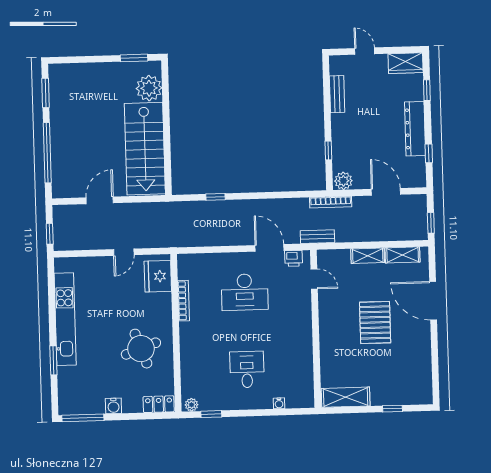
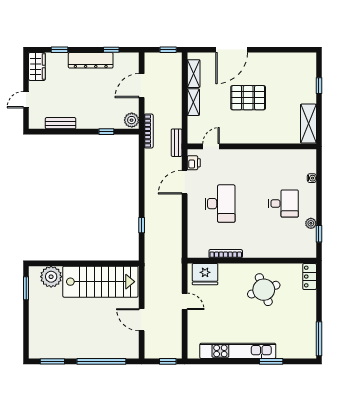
desk: (247, 370) -> (283, 204), turned 180
plant: (192, 405) -> (311, 223), moved
water cooler: (113, 406) -> (310, 313), removed

